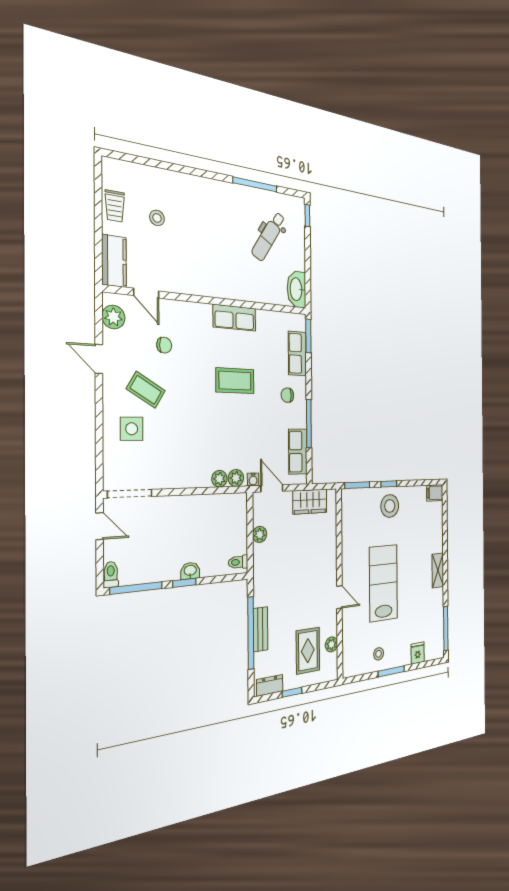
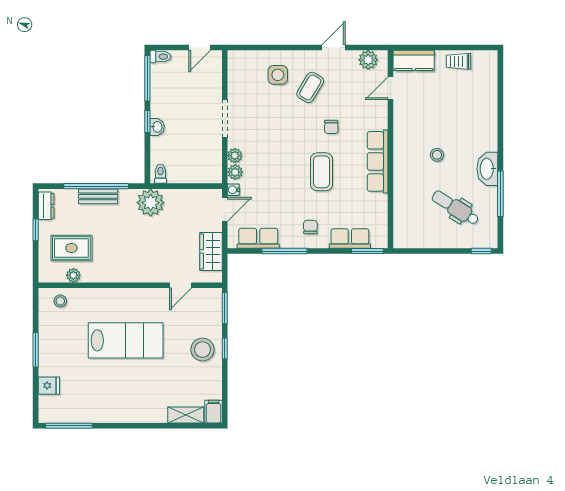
stool: (157, 218) -> (437, 155), moved
washbasin: (297, 289) -> (487, 169), moved, turned -90
row of seats: (235, 318) -> (378, 161), width x1.48
chair: (164, 345) -> (331, 127), moved
doorway: (130, 494) -> (225, 119), moved
plant: (260, 534) -> (151, 203), moved, width x1.88, depth x1.88
shelving: (438, 570) -> (186, 415), moved
door: (339, 597) -> (181, 285), moved
stool: (379, 654) -> (60, 301), moved

